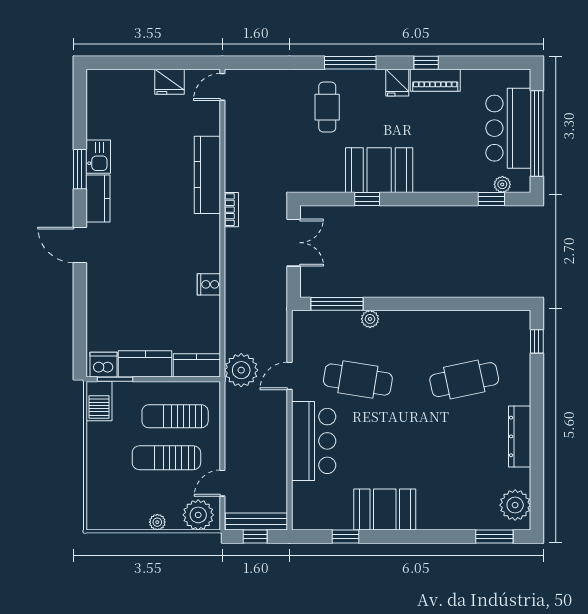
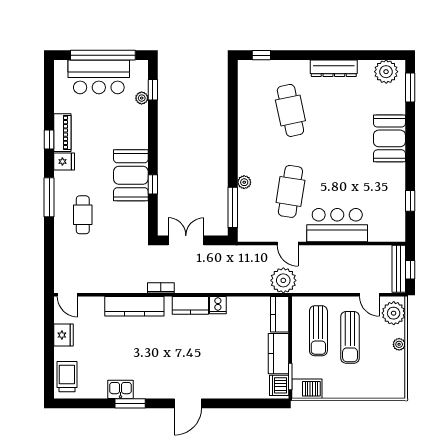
trolley: (115, 86) -> (67, 377), added
cafe table: (327, 107) -> (83, 215), turned 90
plant: (502, 184) -> (142, 98), moved
kitchen counter: (98, 199) -> (190, 305), moved, turned 180
booth: (385, 509) -> (389, 138), moved

